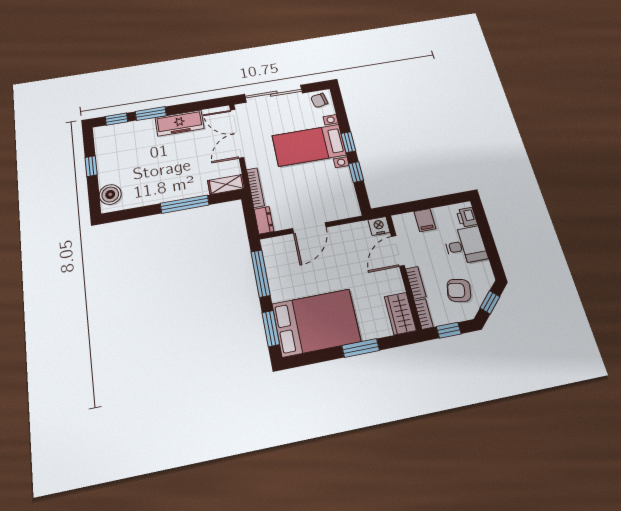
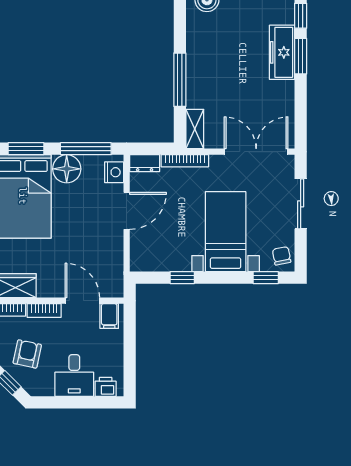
sliding door: (274, 94) -> (301, 204), width x0.73
freezer: (180, 123) -> (282, 52), moved
window: (348, 142) -> (266, 278), moved
filing cabinet: (425, 220) -> (109, 316), moved, turned -90
nightstand: (379, 226) -> (114, 172), moved
door: (309, 228) -> (127, 211), swing flipped
floor lamp: (282, 287) -> (67, 169), added

